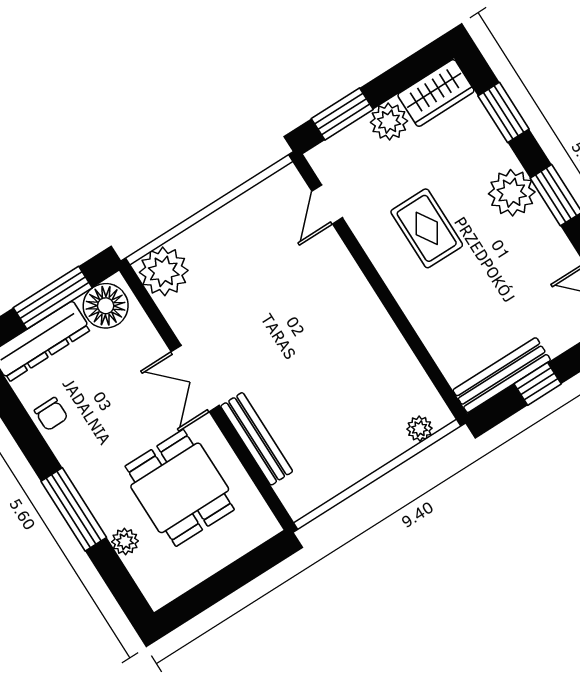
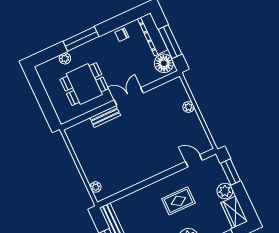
plant: (164, 271) -> (188, 107), moved, width x0.53, depth x0.53
bench: (257, 439) -> (105, 117), width x0.73

